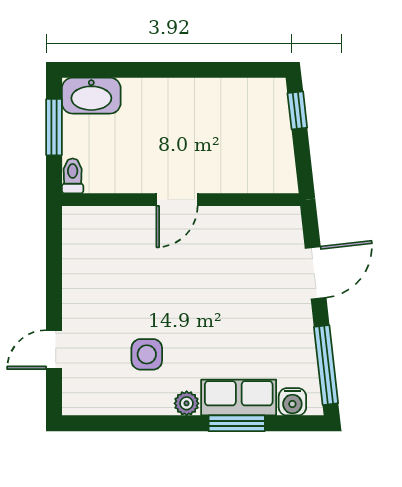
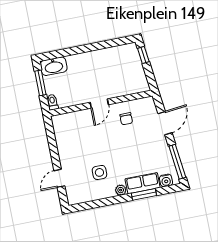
chair: (231, 246) -> (126, 119), added

